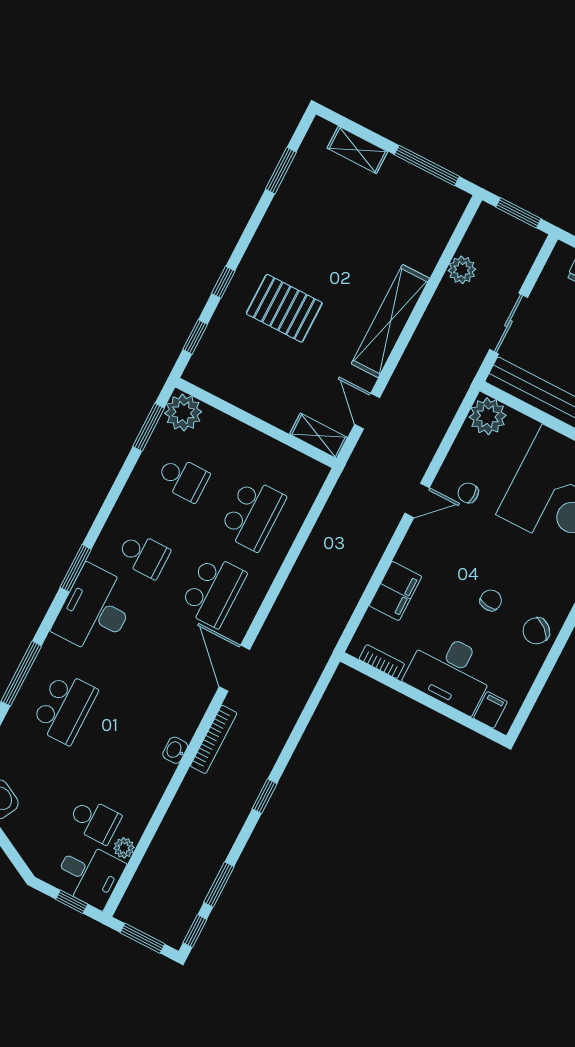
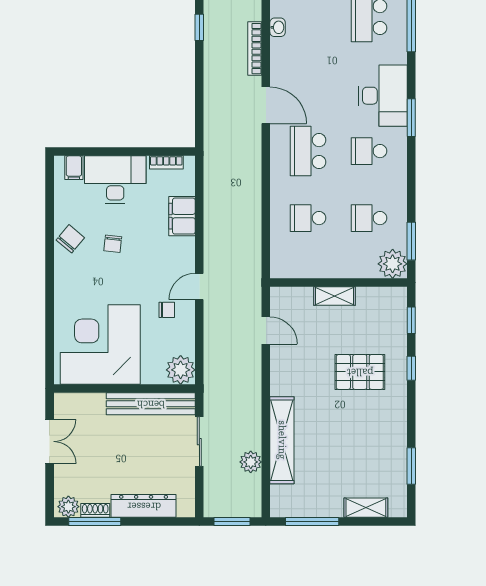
shelving: (390, 321) -> (282, 440), moved
shelving: (318, 436) -> (334, 296), moved
school desk: (253, 515) -> (308, 218), width x0.54

